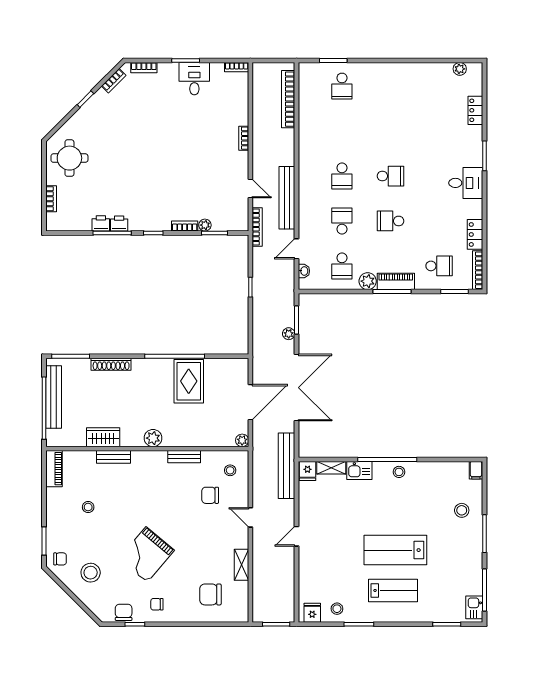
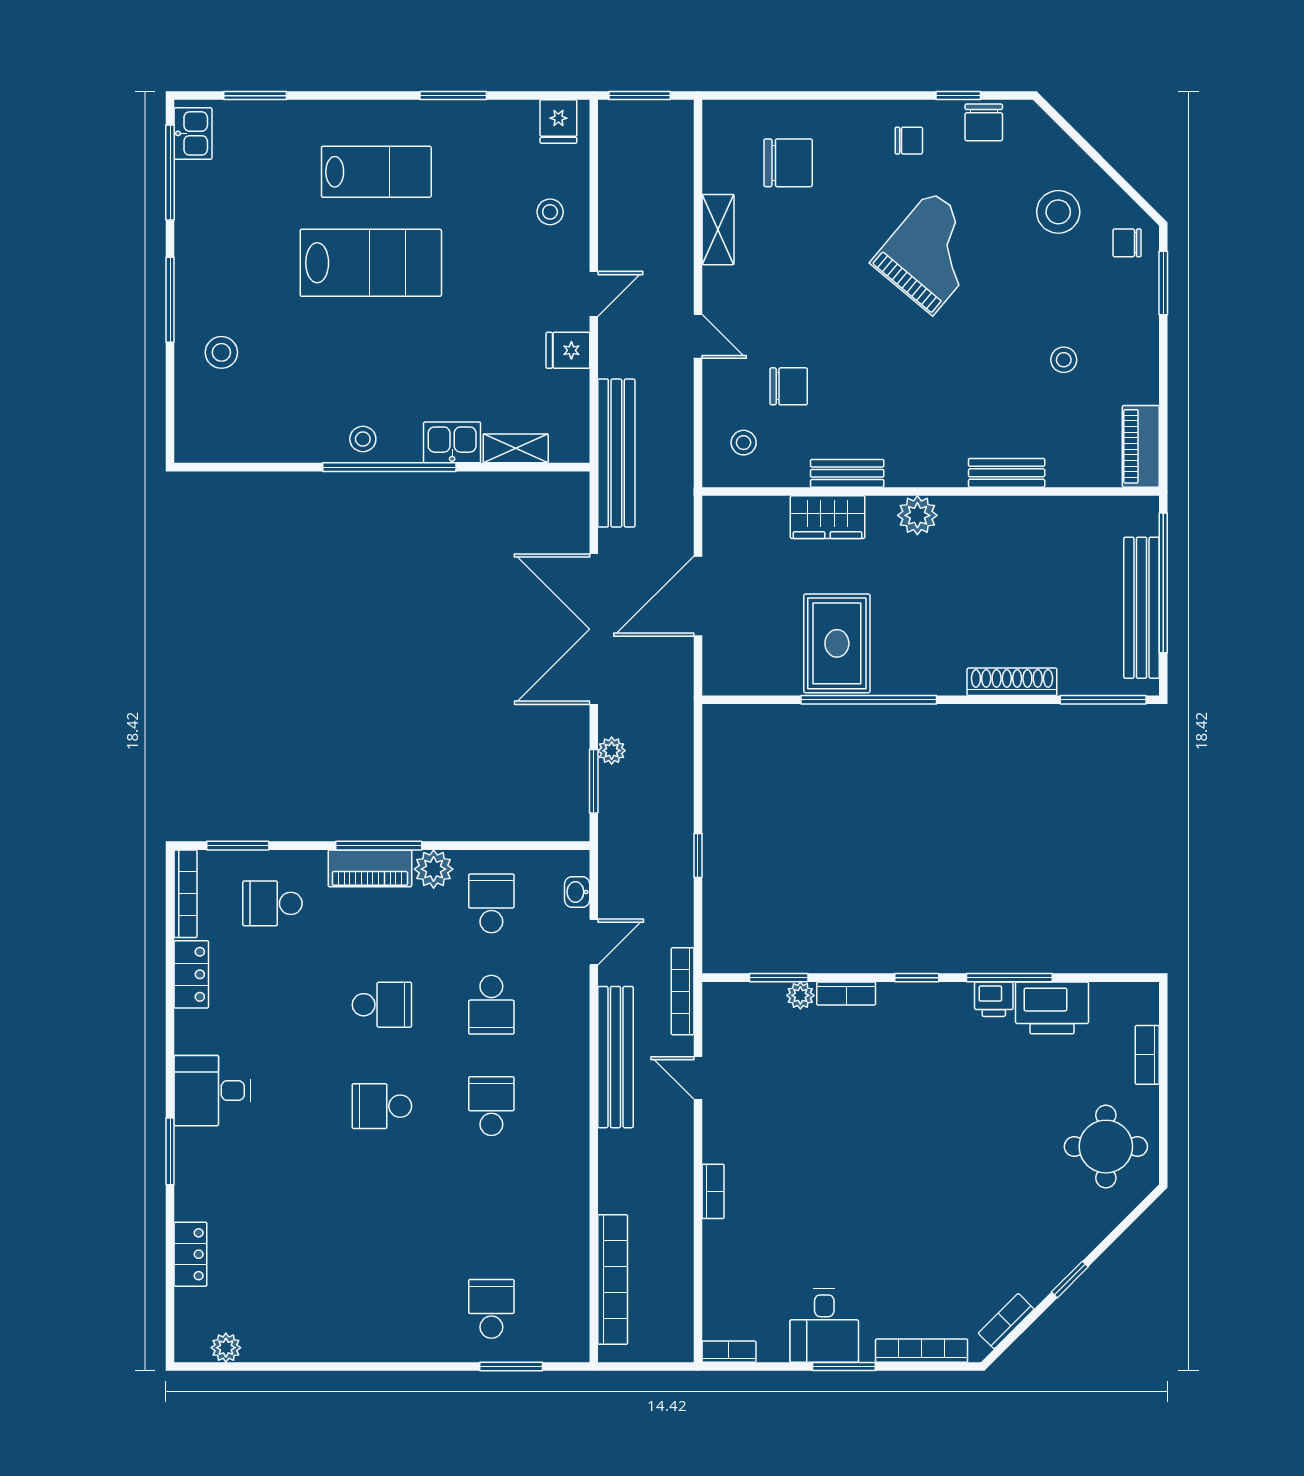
bookcase: (144, 68) -> (921, 1351), width x1.56
printer: (101, 223) -> (1052, 1008), width x1.87, depth x1.48
wardrobe: (103, 437) -> (828, 517), moved
plant: (242, 440) -> (717, 510), removed
filing cabinet: (476, 470) -> (189, 443), removed
fridge: (307, 471) -> (568, 350), moved, turned -90
lab bench: (393, 590) -> (376, 172), turned 180
stool: (337, 609) -> (550, 212), moved

